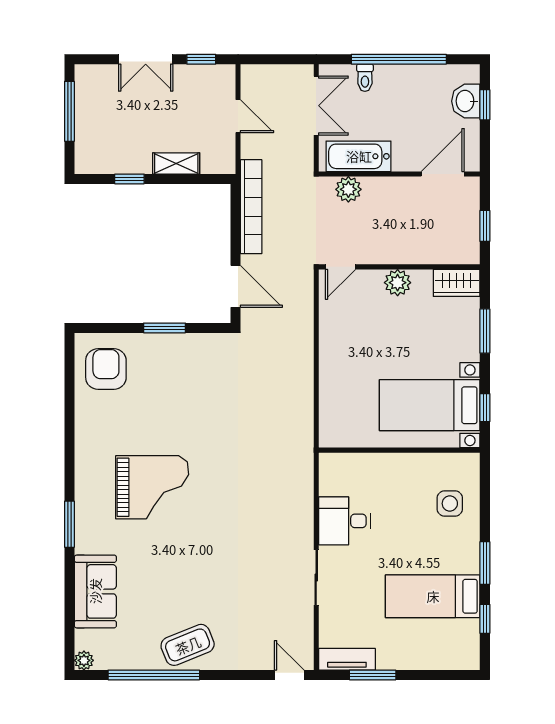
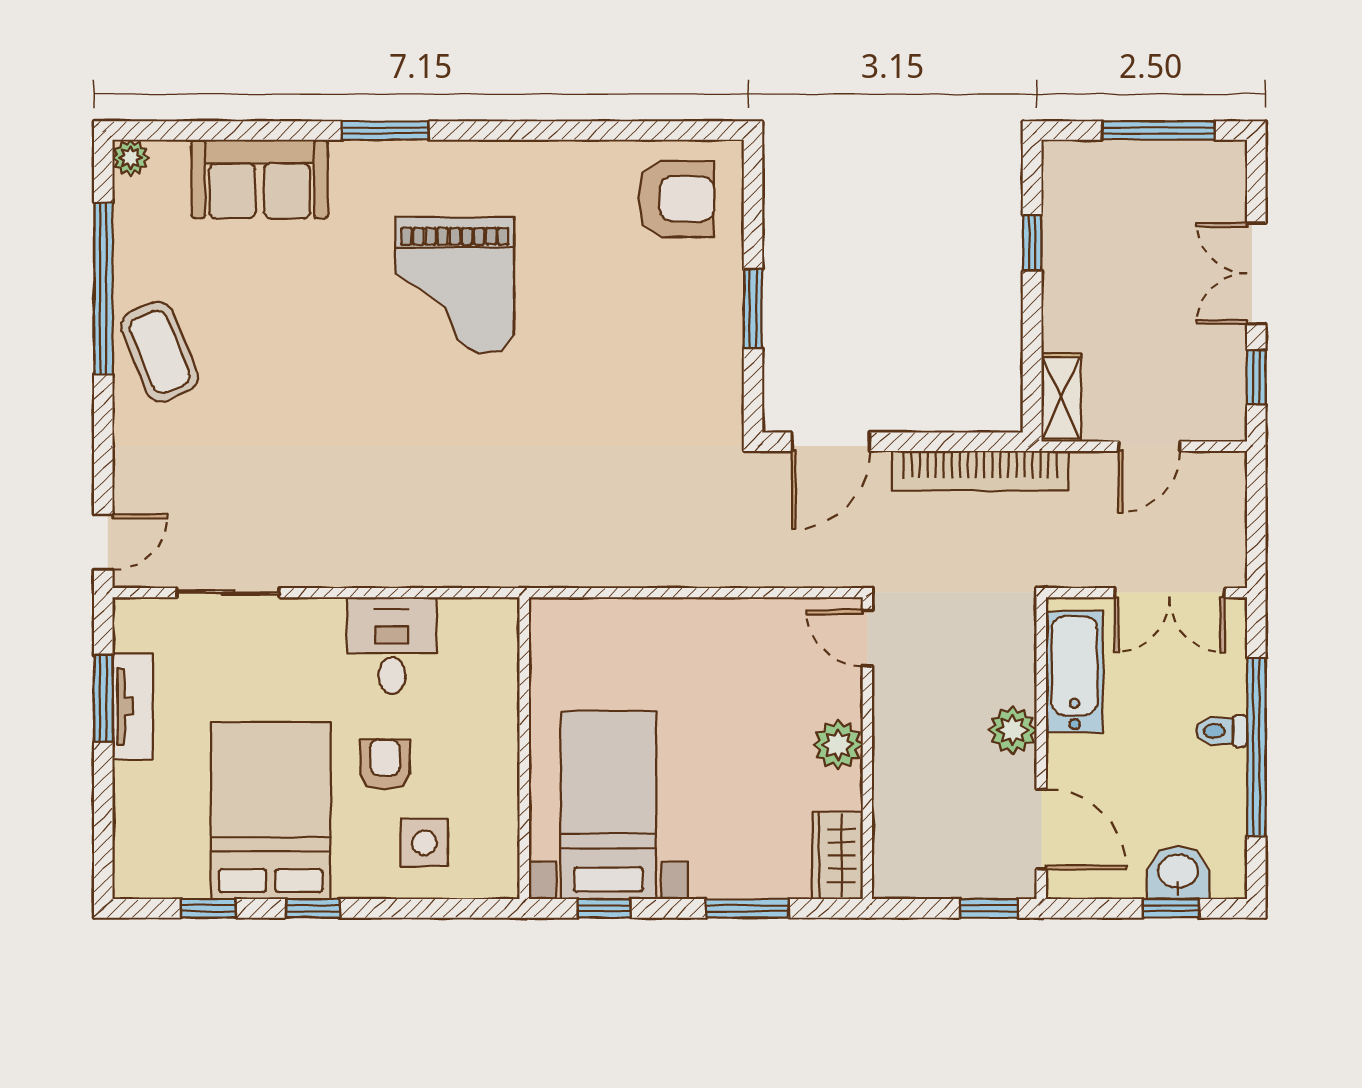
toilet: (365, 78) -> (1221, 731), moved
shelving: (176, 163) -> (1061, 398), moved
plant: (348, 189) -> (1013, 730), moved
window: (485, 226) -> (989, 908), moved
armchair: (408, 525) -> (385, 764), added
window: (485, 563) -> (313, 908), width x0.67
sliding door: (316, 578) -> (228, 593), moved
bed: (433, 596) -> (271, 811), width x1.50
tv unit: (347, 659) -> (133, 706), moved

